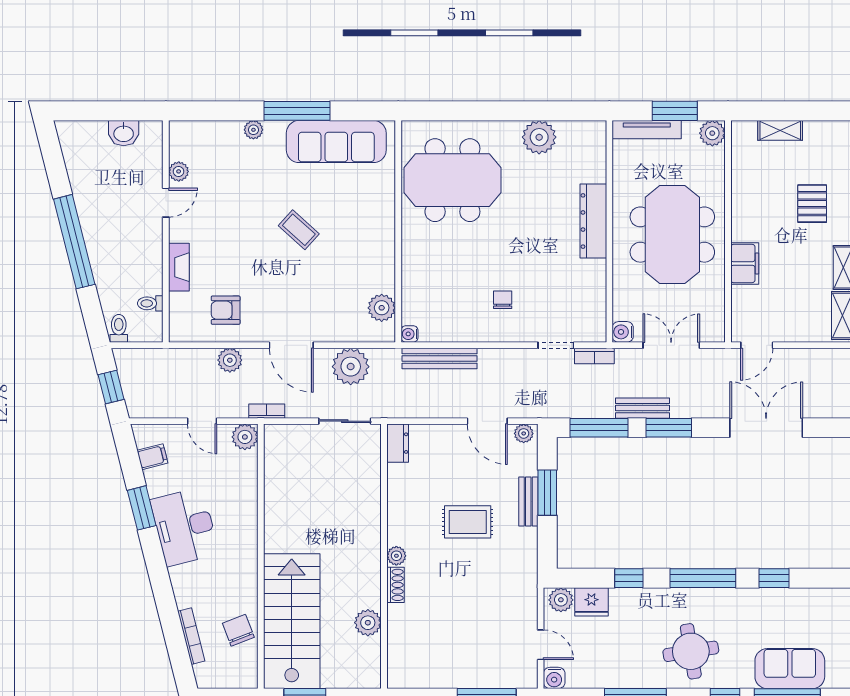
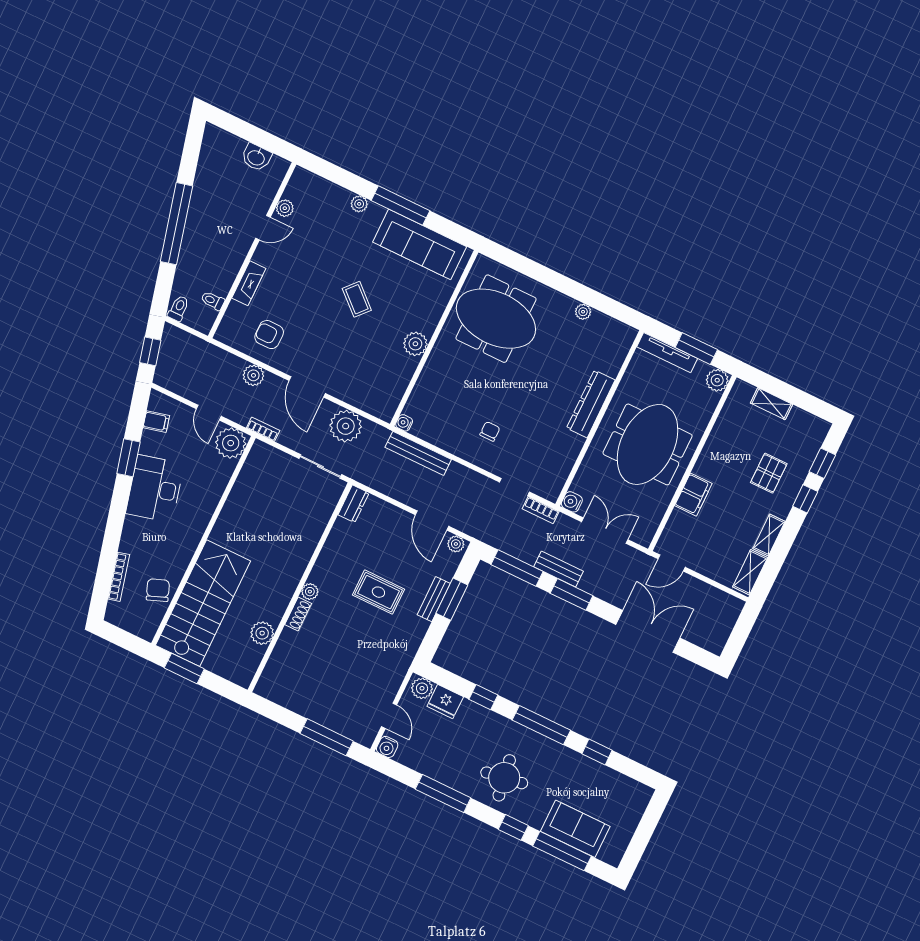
plant: (539, 137) -> (583, 312), width x0.53, depth x0.53
plant: (382, 308) -> (415, 344), moved
plant: (245, 437) -> (231, 443), width x1.36, depth x1.36

